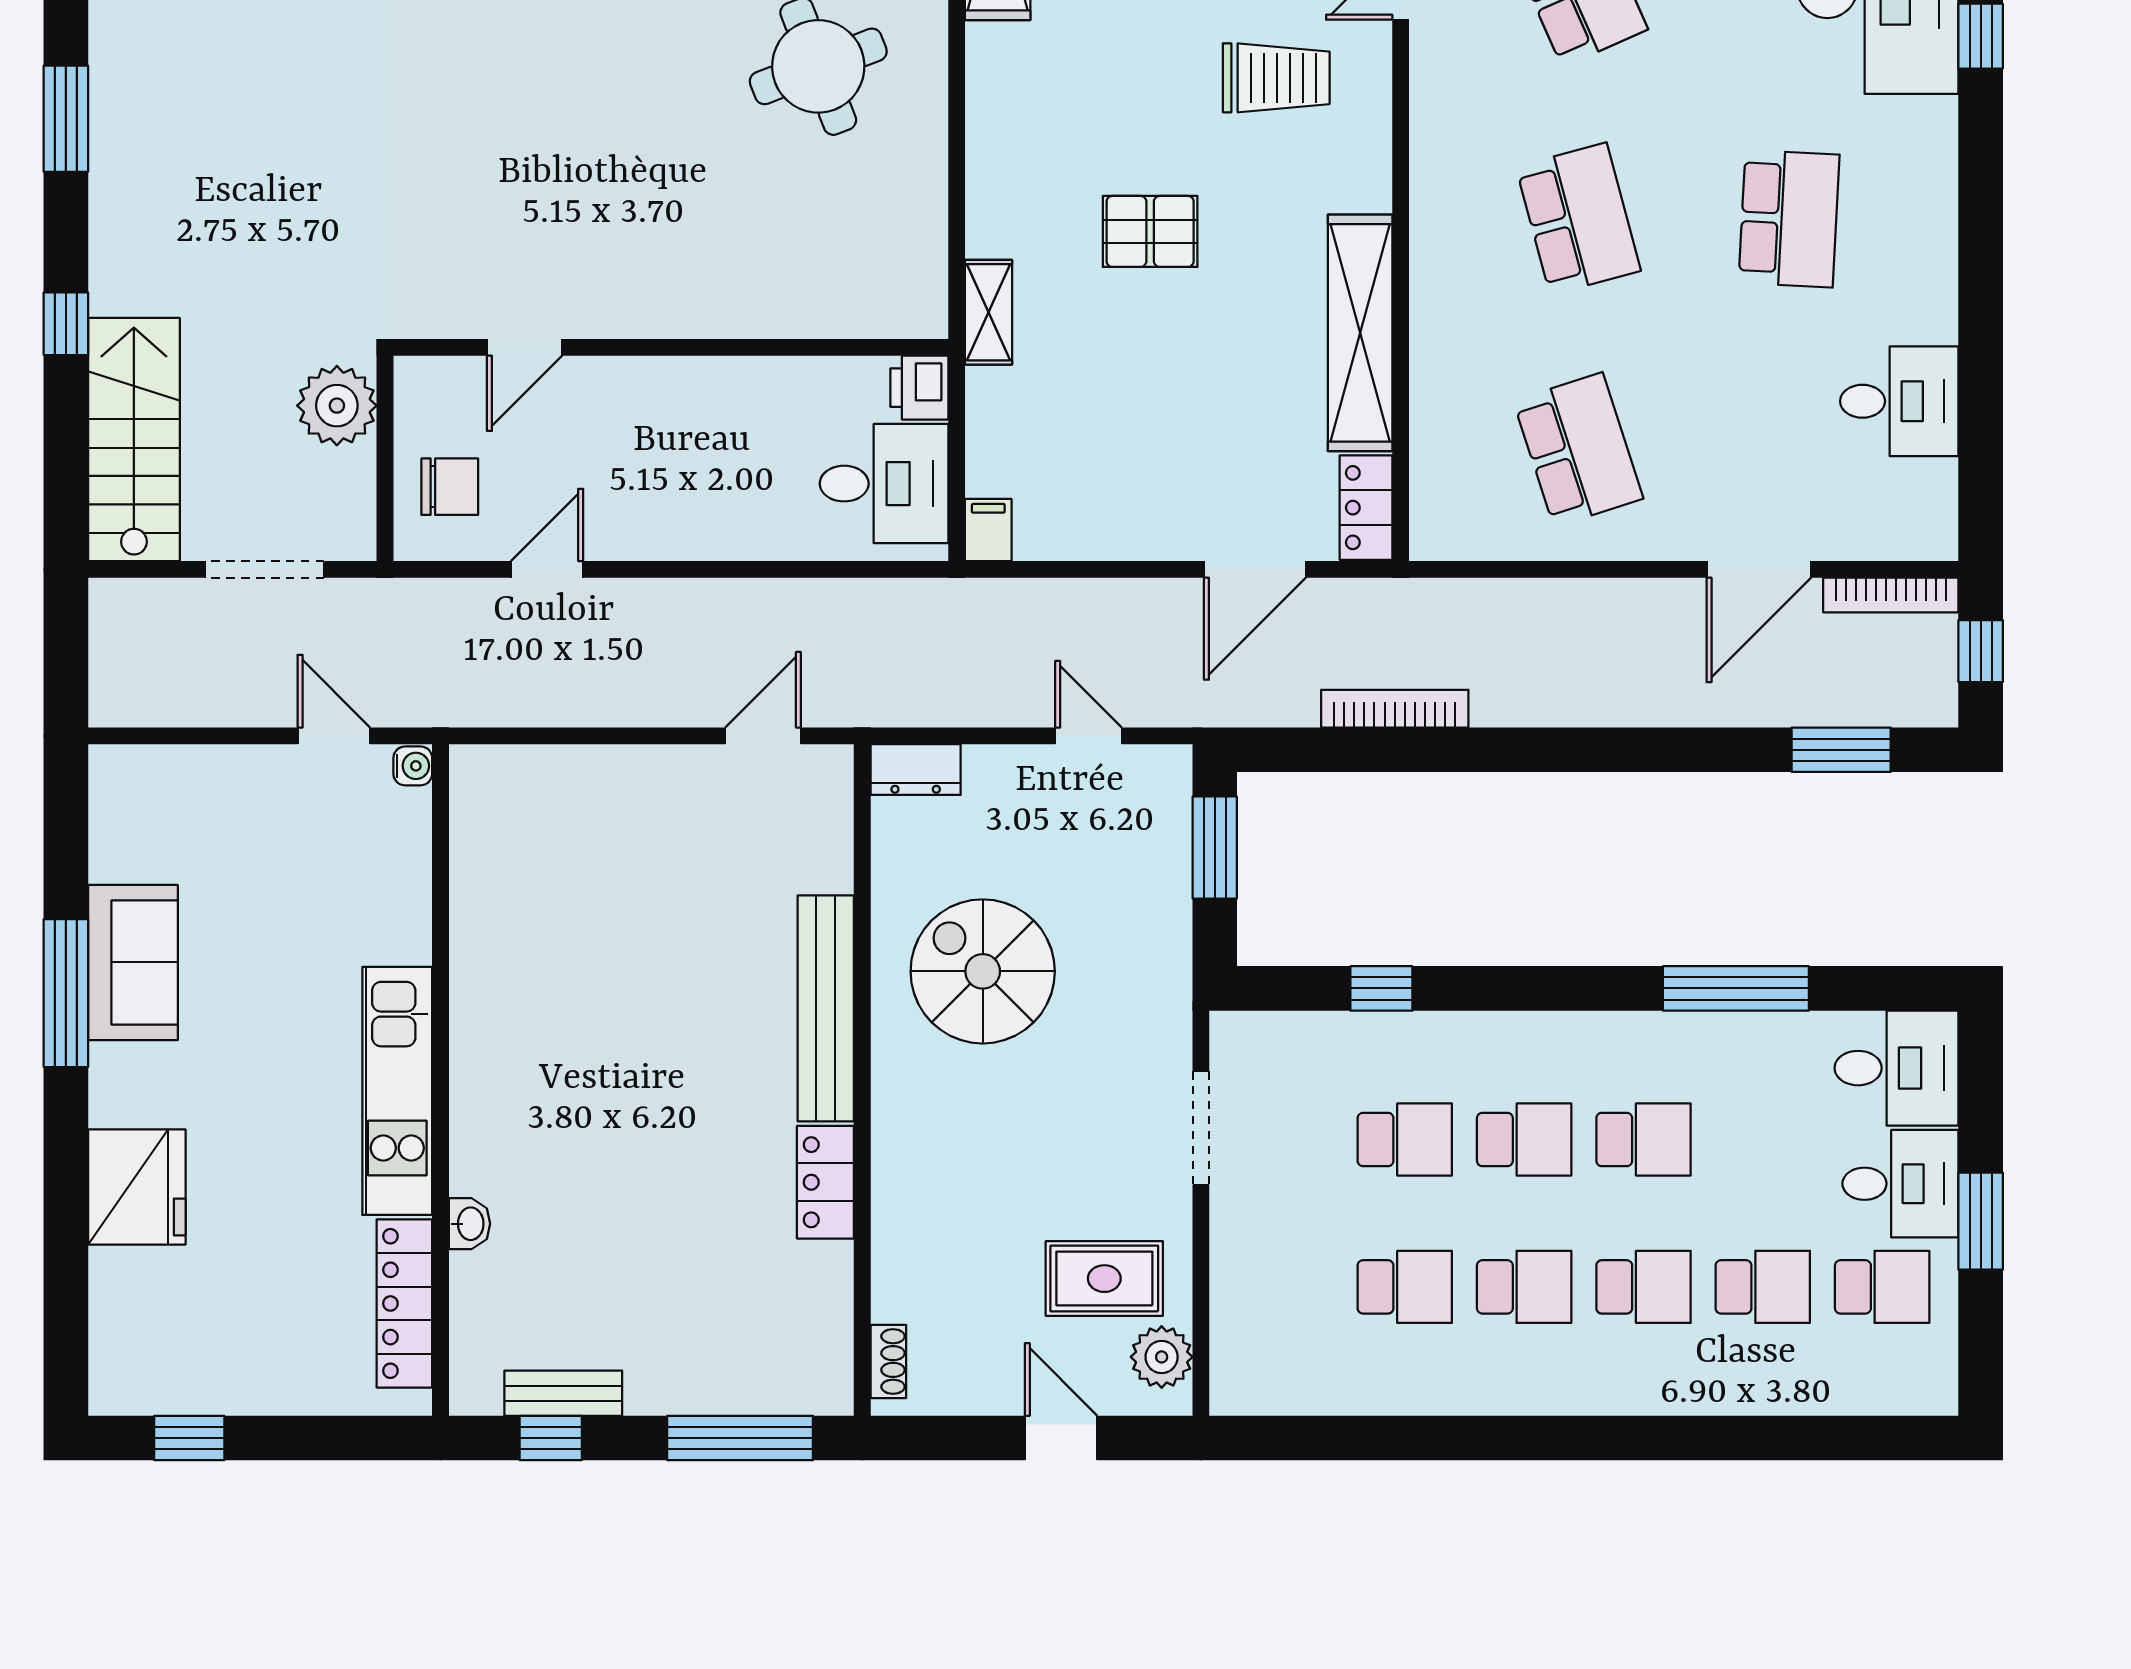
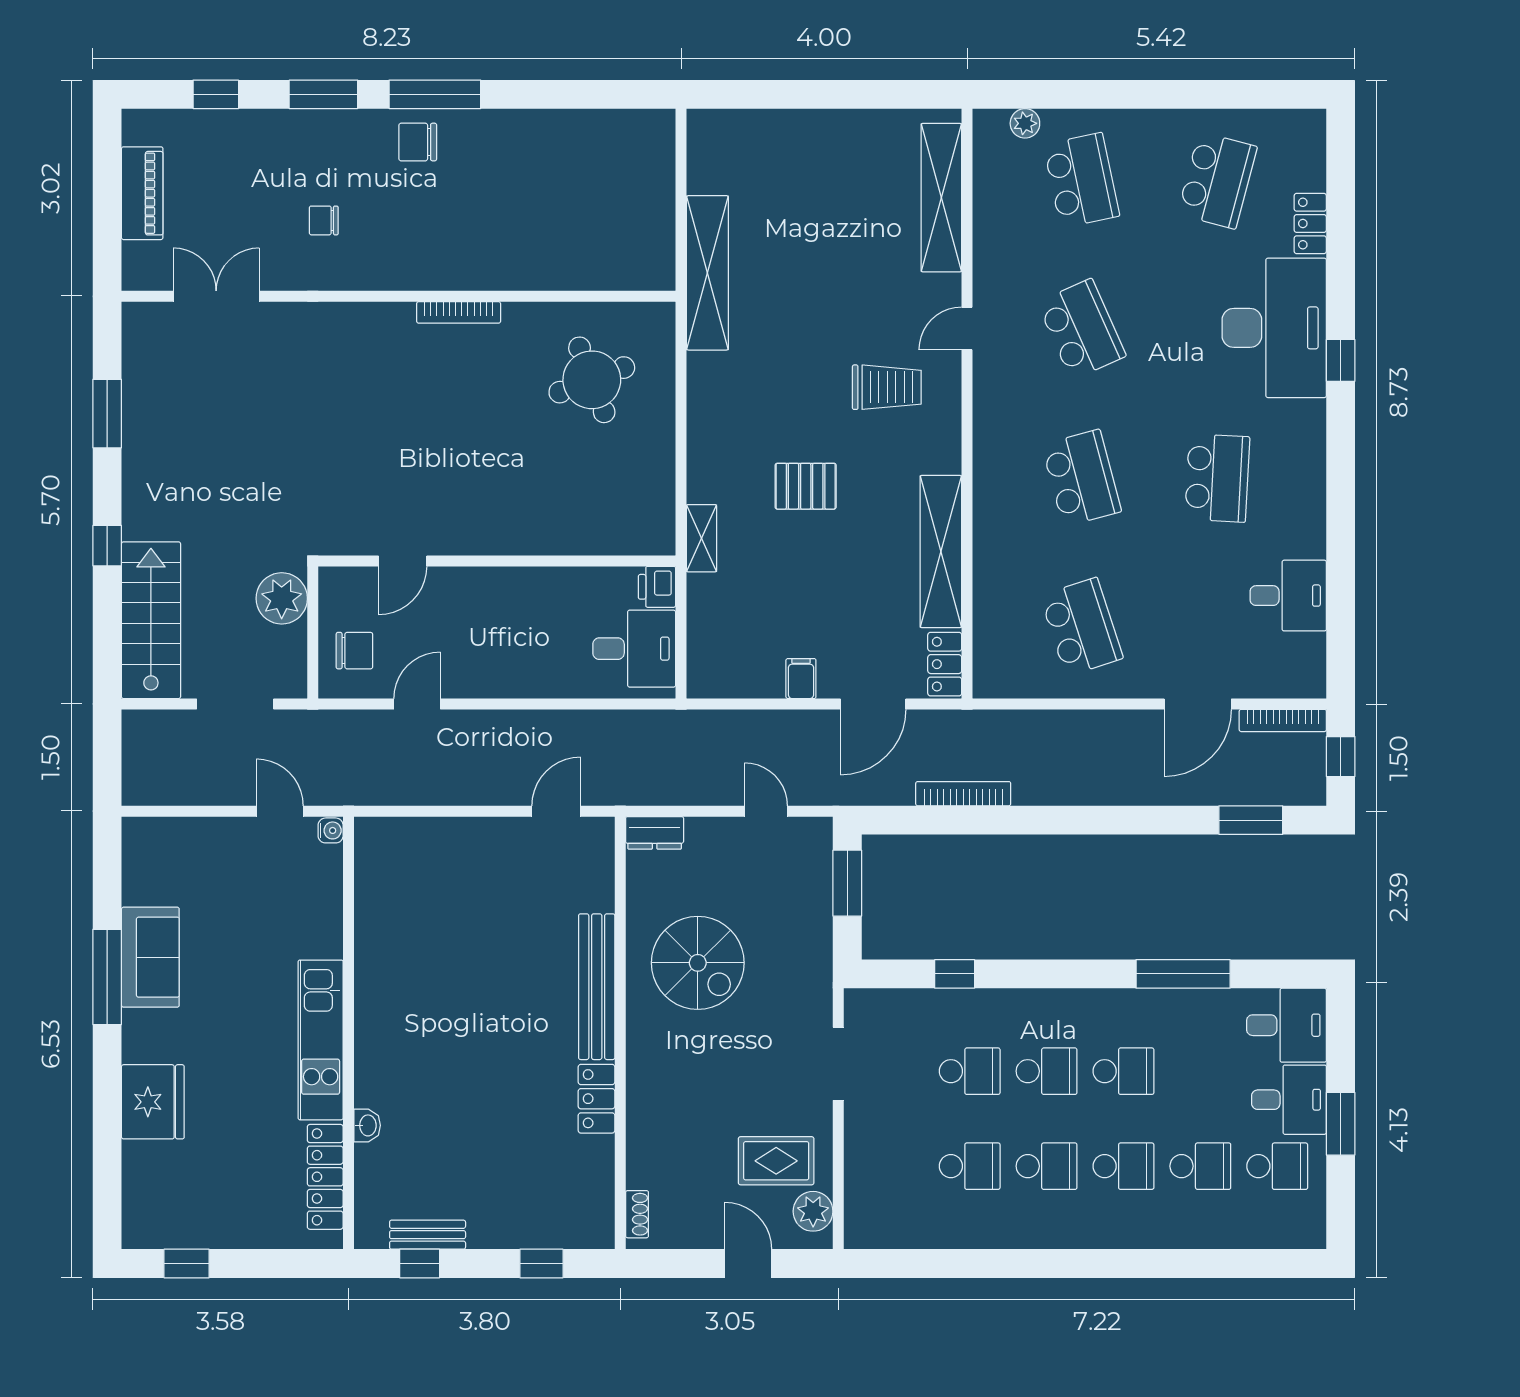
filing cabinet: (988, 530) -> (801, 679), moved
spiral stairs: (983, 971) -> (698, 963), turned 180
window: (740, 1438) -> (541, 1263), width x0.46

